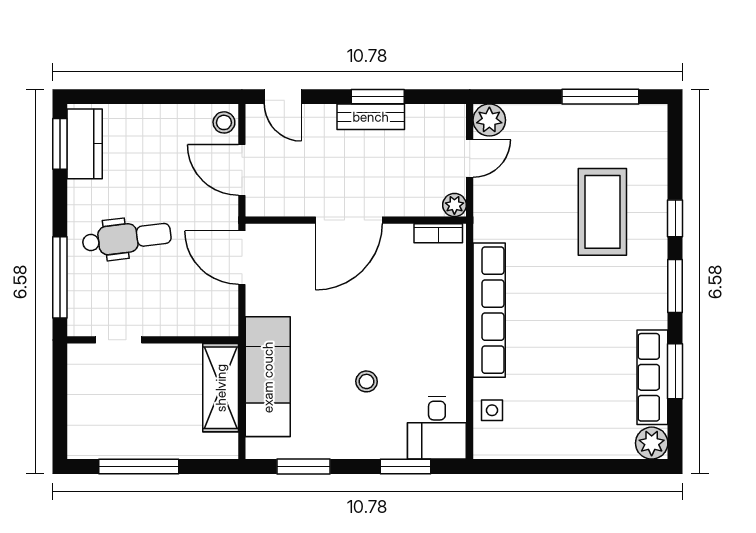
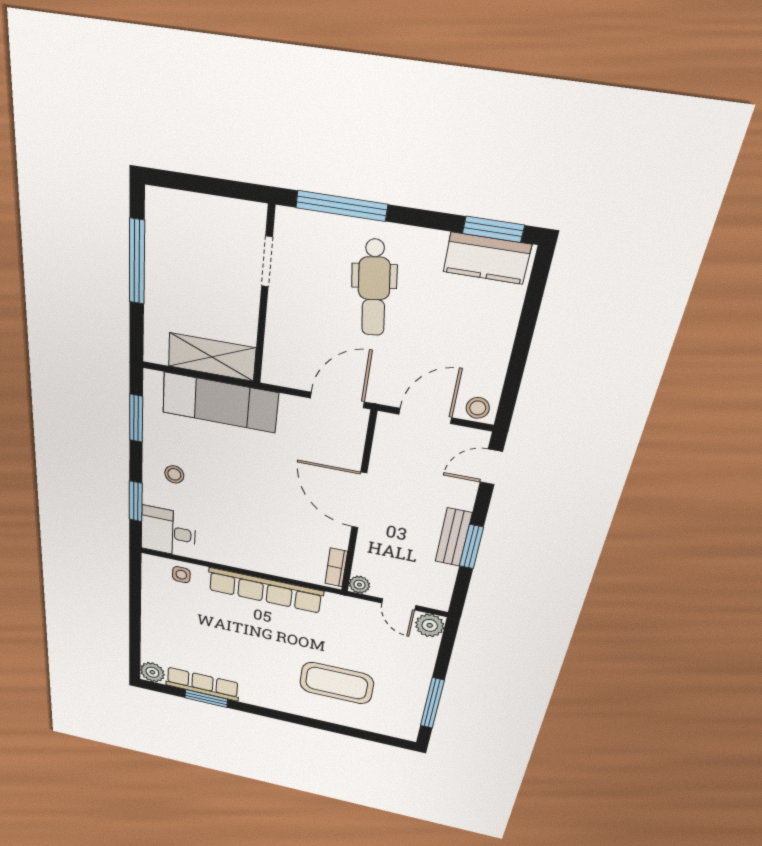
window: (675, 218) -> (324, 726), removed
window: (675, 286) -> (271, 713), removed
stool: (367, 381) -> (174, 474), moved

